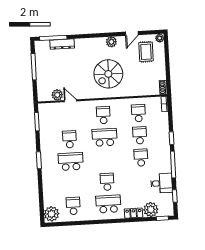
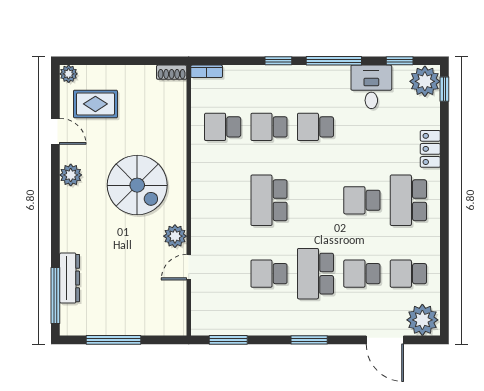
plant: (57, 95) -> (175, 236), moved
school desk: (103, 115) -> (362, 274), moved
door: (41, 196) -> (385, 340), added
plant: (151, 210) -> (425, 81), moved

